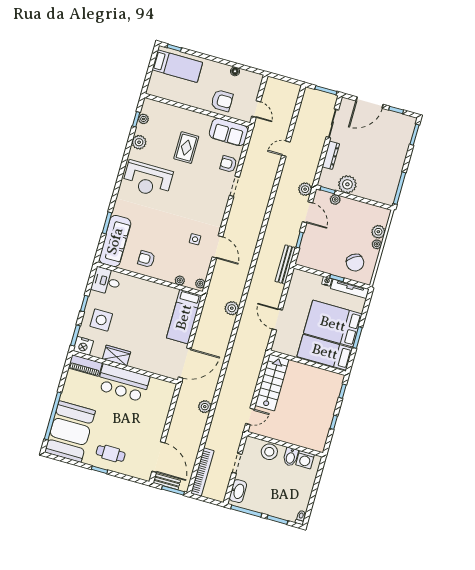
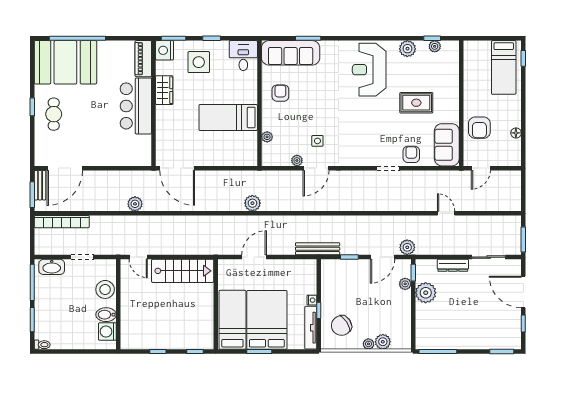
plant: (200, 284) -> (297, 160), moved
bed: (184, 317) -> (228, 117), moved

